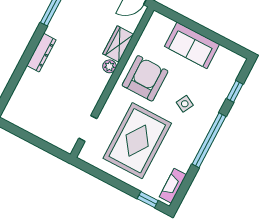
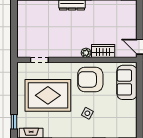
sofa: (192, 45) -> (127, 82), moved
armchair: (145, 78) -> (90, 79), turned 180

